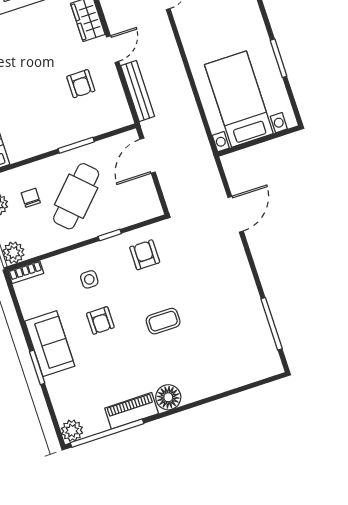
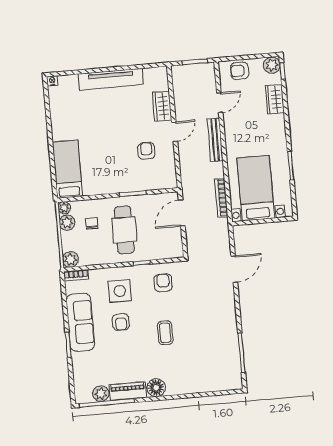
armchair: (81, 84) -> (146, 151), turned 180
bench: (138, 91) -> (215, 140), moved
bookcase: (196, 123) -> (221, 198), added
cafe table: (76, 196) -> (124, 230), turned -44
side table: (89, 279) -> (120, 291), width x1.87, depth x1.87
coffee table: (163, 321) -> (165, 333), turned 90
sofa: (50, 344) -> (80, 322), width x1.36
plant: (72, 431) -> (101, 394), moved

